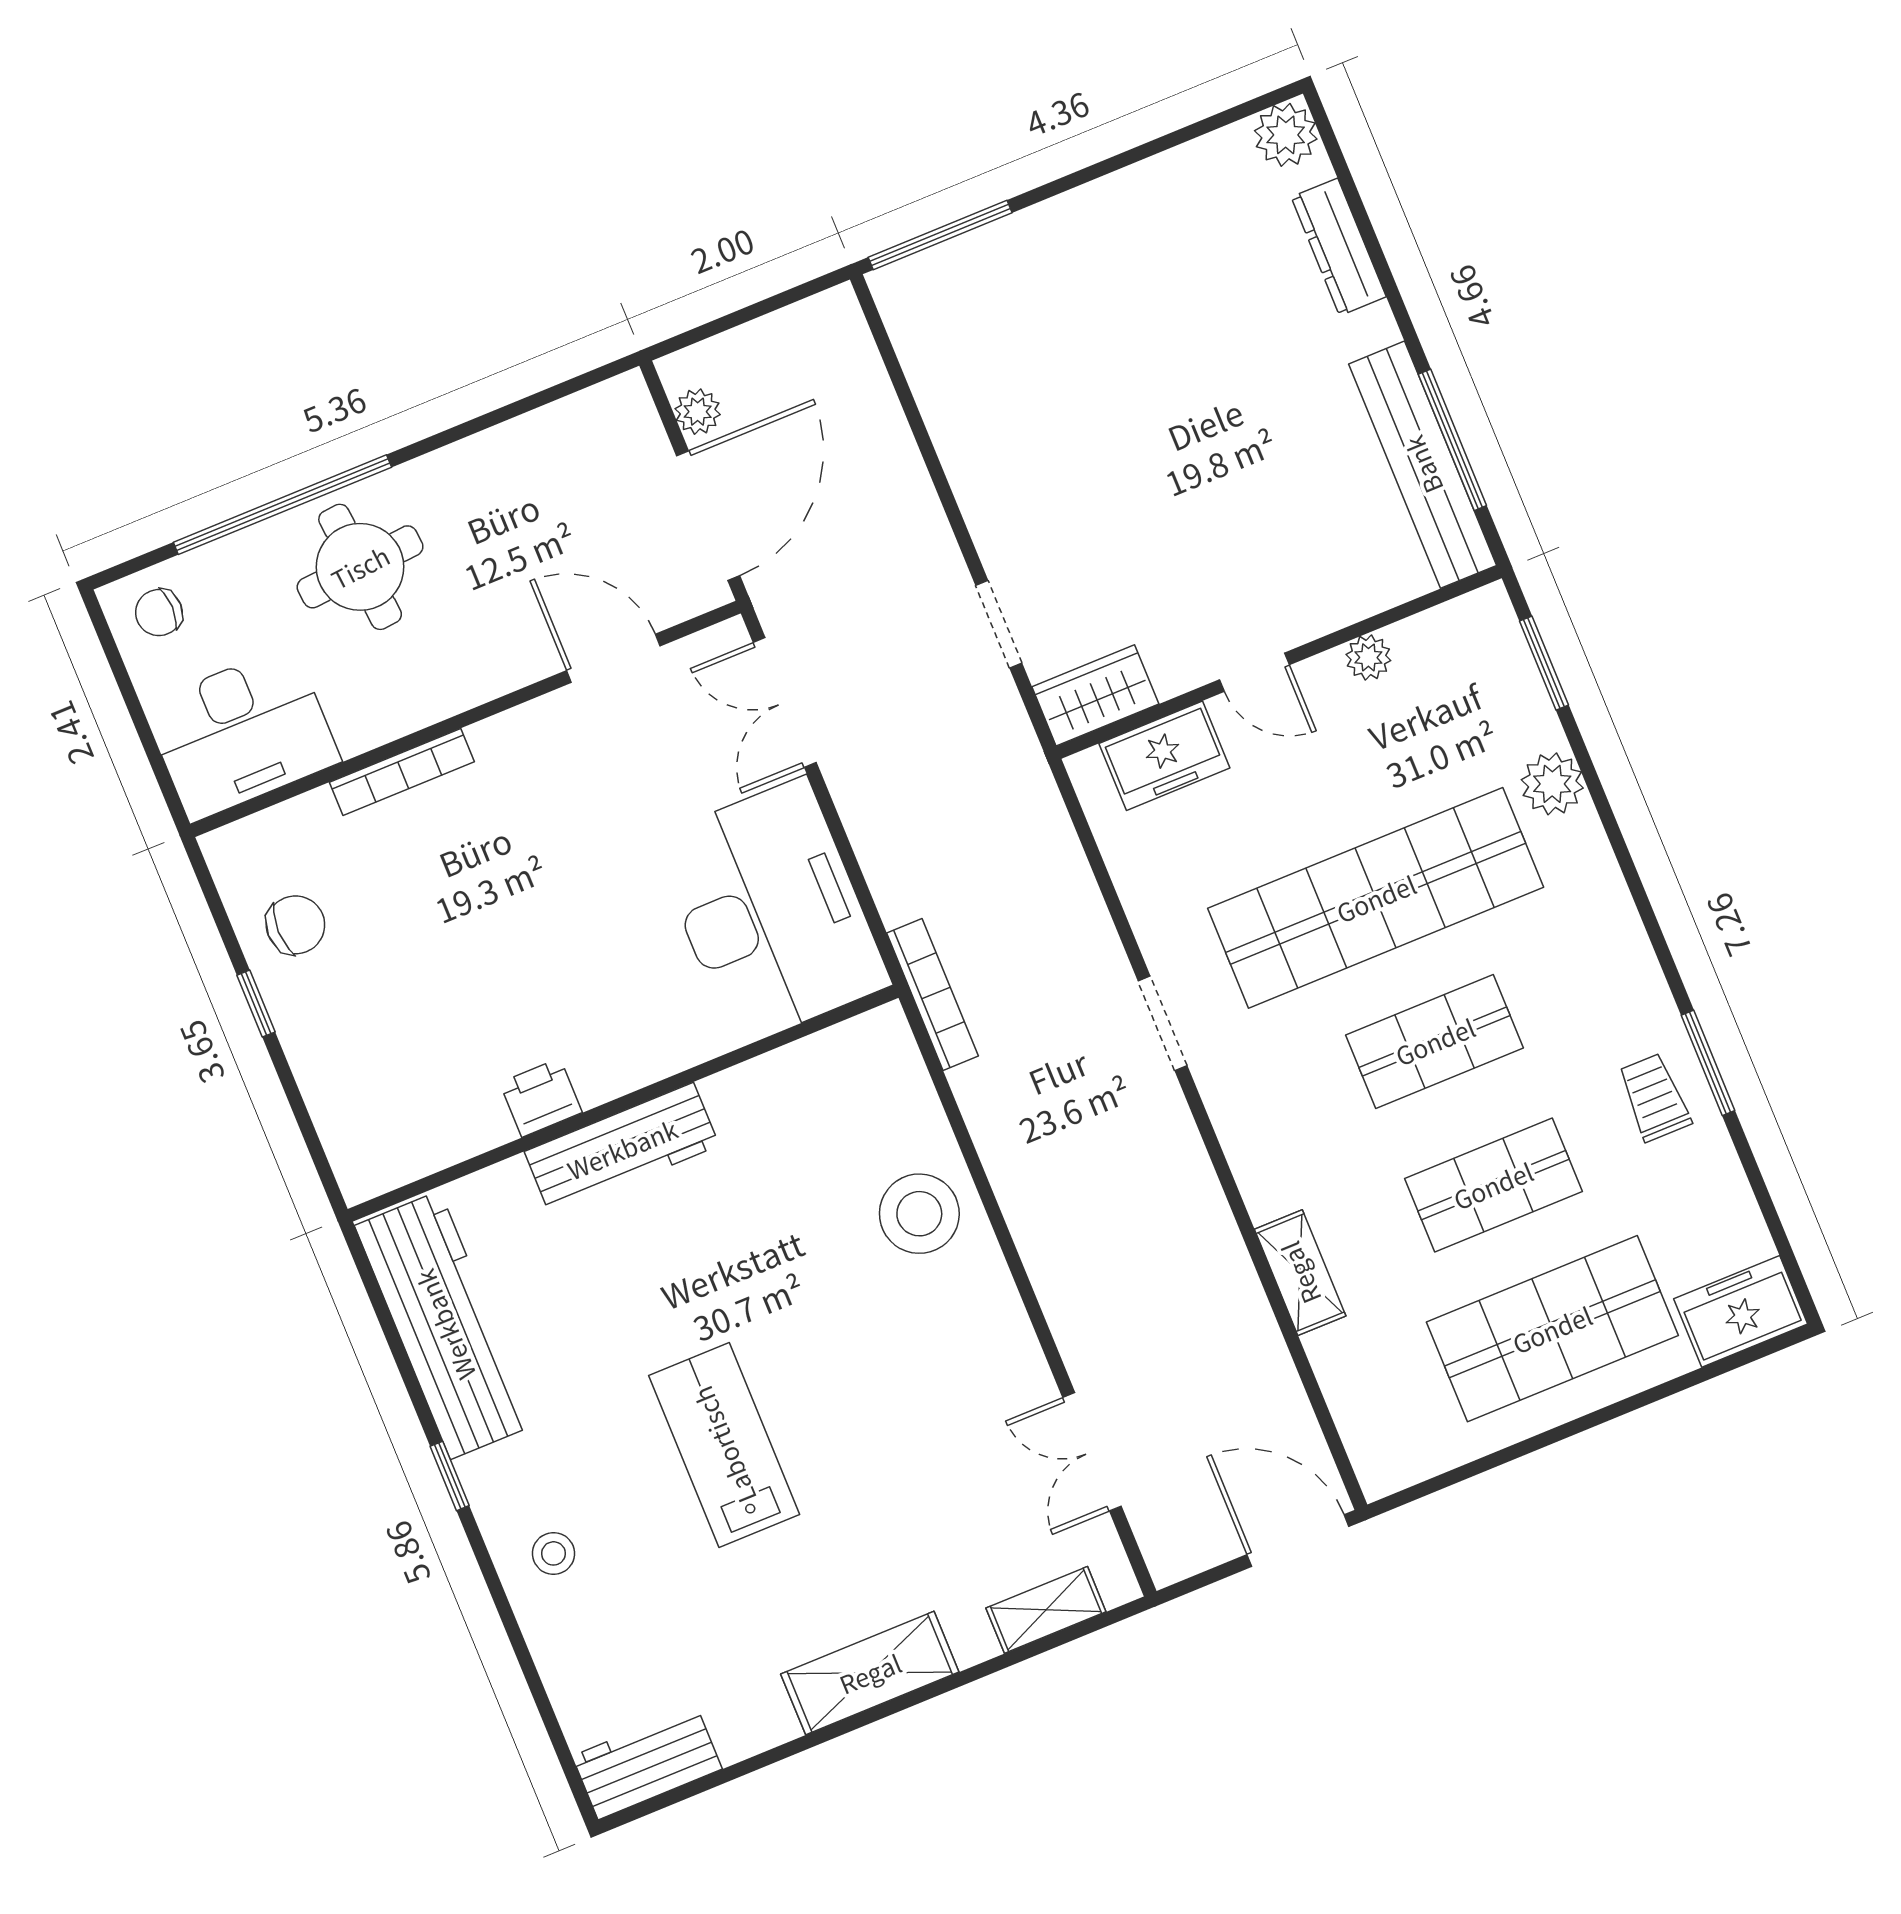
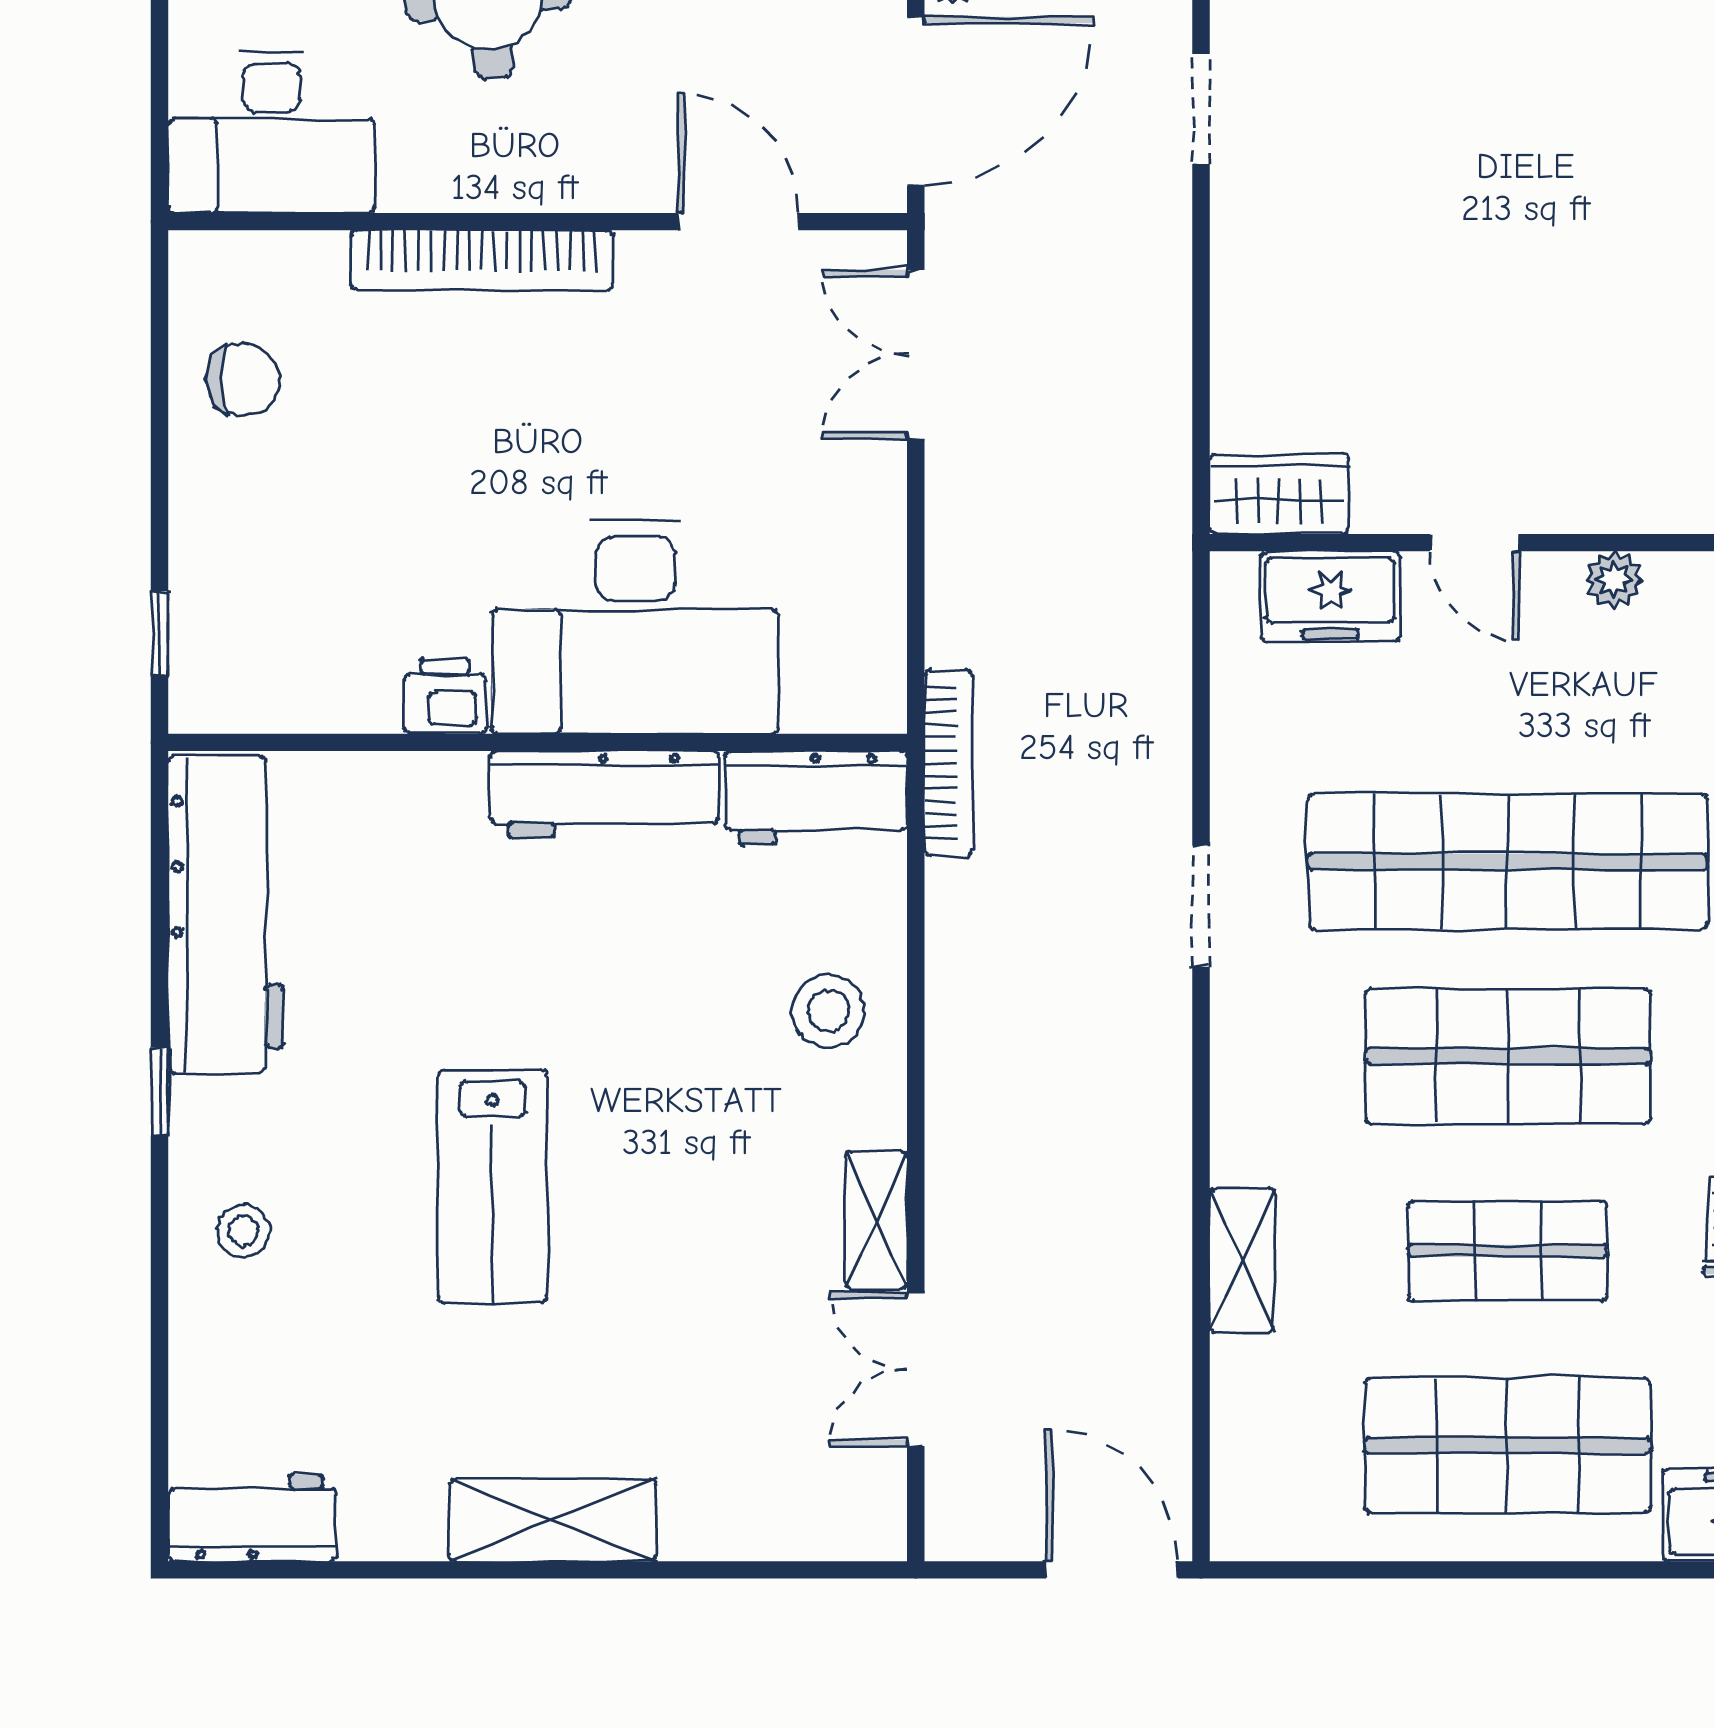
doorway: (999, 624) -> (1201, 108), moved
bookcase: (402, 772) -> (481, 260), width x1.48, depth x1.31
desk: (771, 912) -> (635, 627), moved, turned 90
window: (256, 1004) -> (160, 634), moved
shop shelf: (1435, 1041) -> (1508, 1056), width x1.43, depth x1.36
workbench: (845, 1060) -> (816, 798), added
workbench: (622, 1149) -> (604, 794), moved
stool: (919, 1214) -> (829, 1011), width x0.73, depth x0.73
lab bench: (724, 1445) -> (492, 1186), turned 180
shelving: (1046, 1610) -> (876, 1220), moved, turned 90

